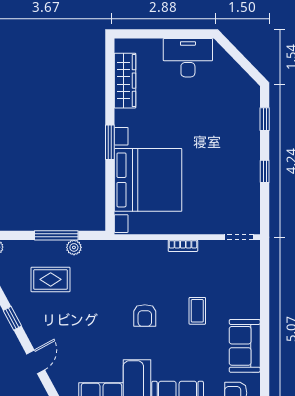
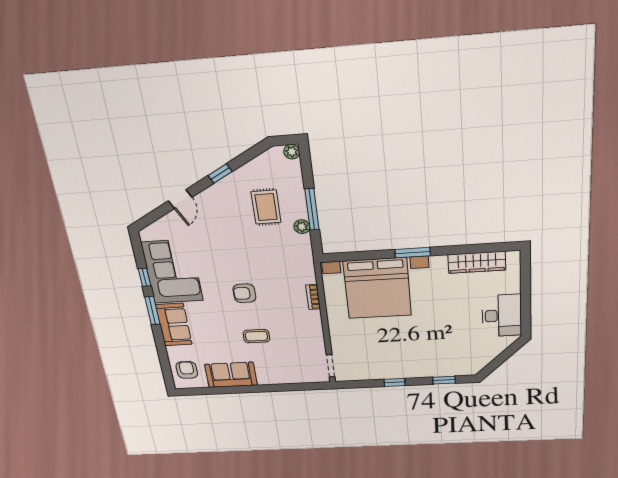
bookcase: (183, 246) -> (313, 297), moved
door: (36, 362) -> (180, 199), hinge flipped

